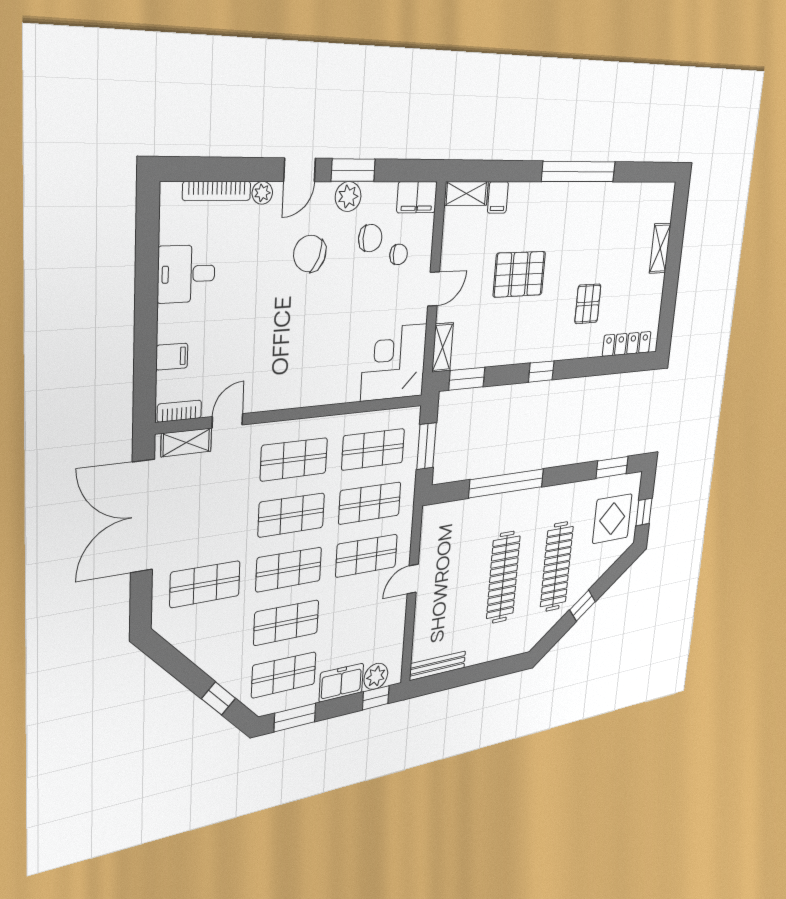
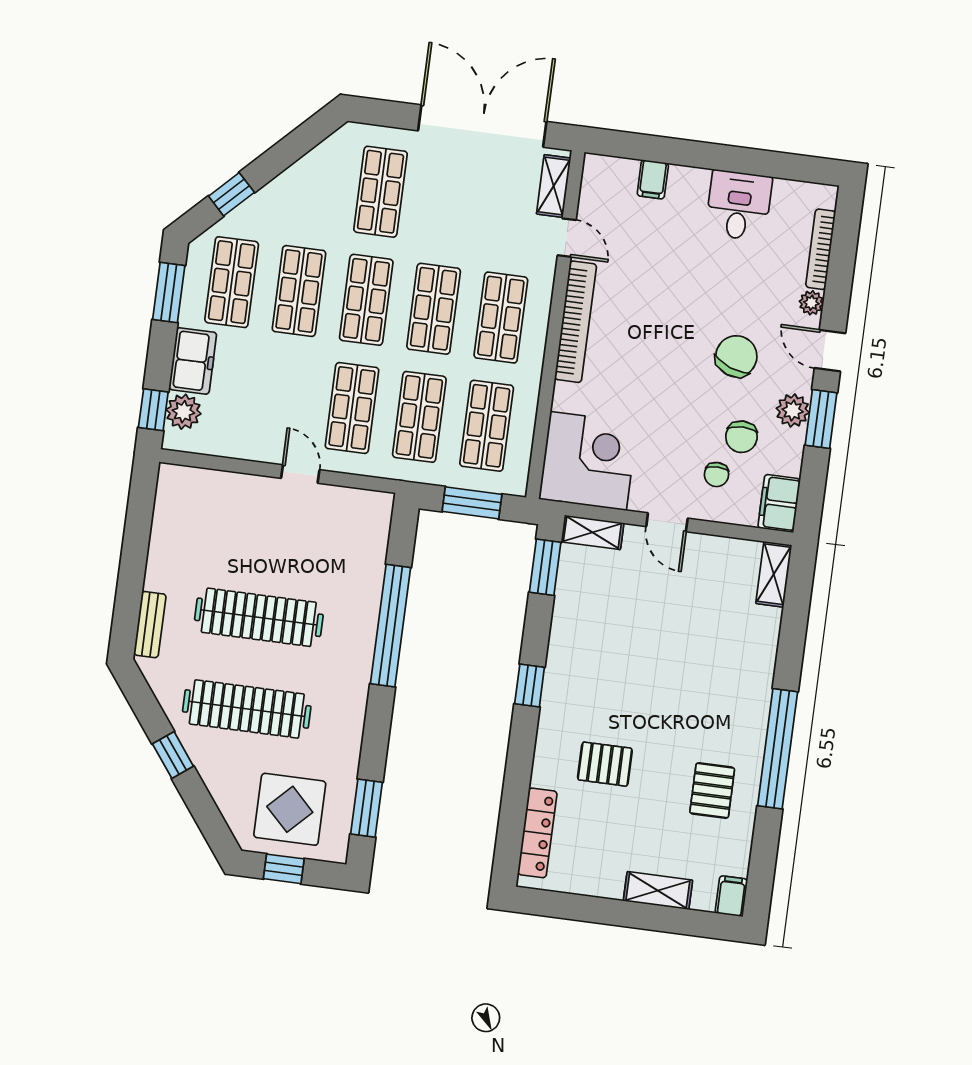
filing cabinet: (498, 197) -> (731, 896), moved, turned 90
pallet: (519, 274) -> (712, 791), moved, width x0.67, depth x0.71
bookcase: (179, 411) -> (576, 322), moved, width x2.31, depth x1.31
bench: (438, 666) -> (150, 625), moved, width x0.73

